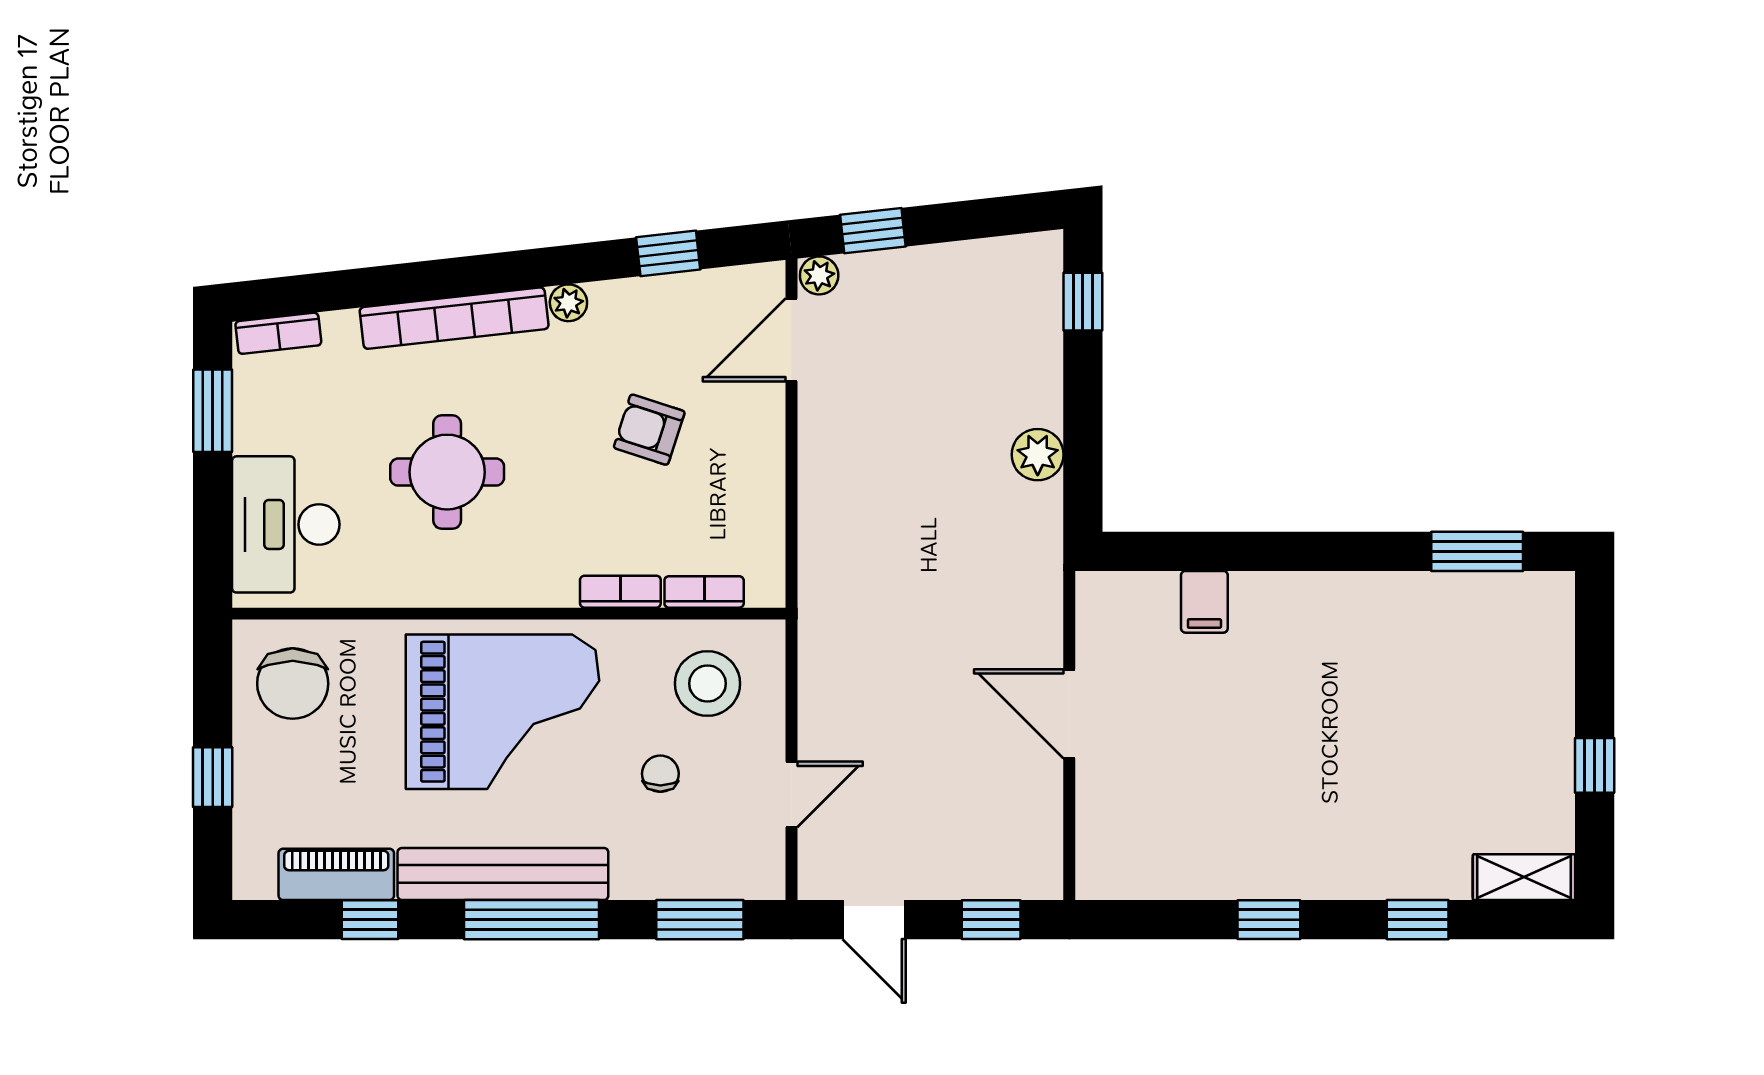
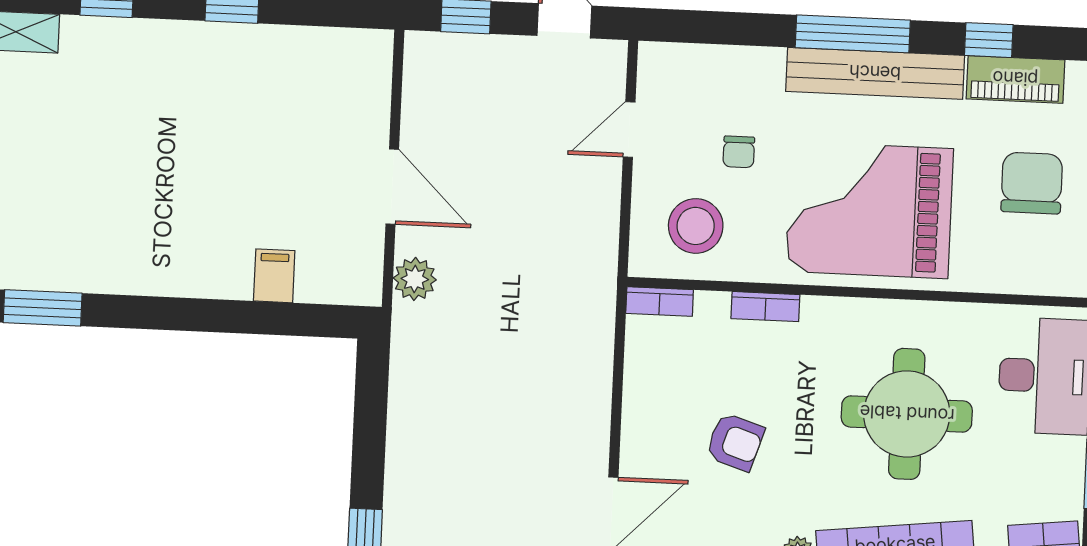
plant: (1038, 455) -> (415, 279), moved
round table: (447, 472) -> (907, 414), width x1.36, depth x1.36
bookcase: (704, 592) -> (660, 302), moved
chair: (293, 684) -> (1032, 183), moved
window: (700, 920) -> (711, 27), removed

